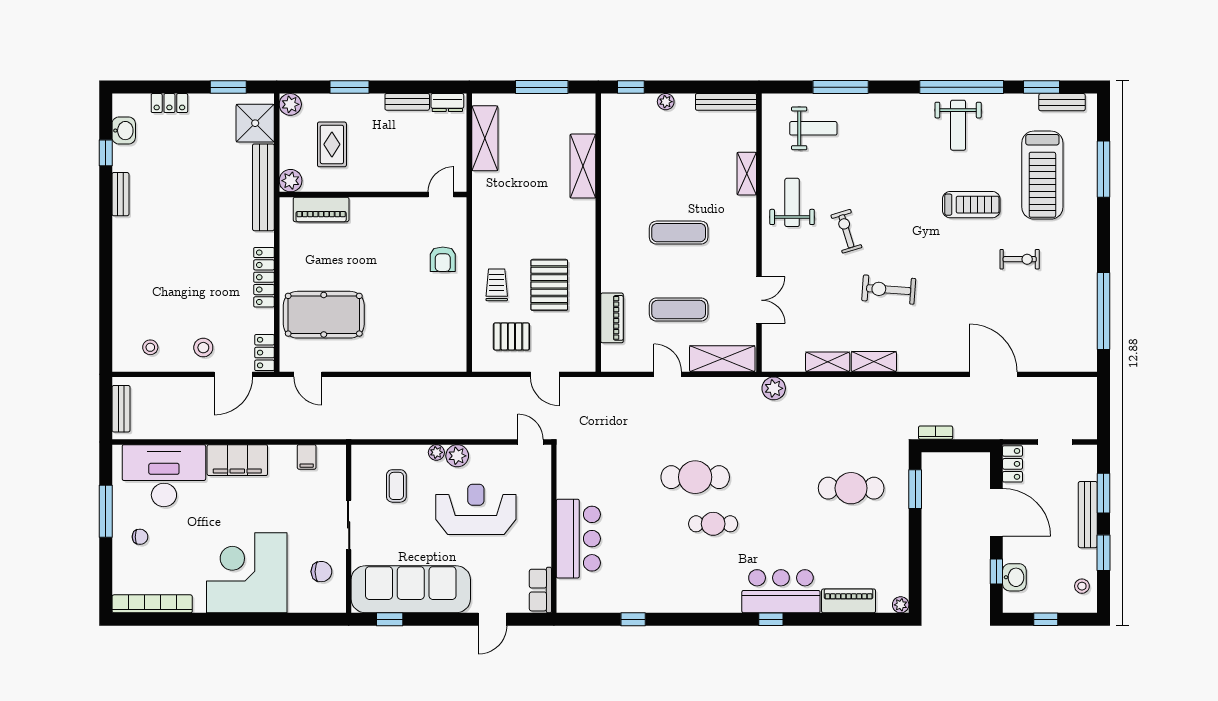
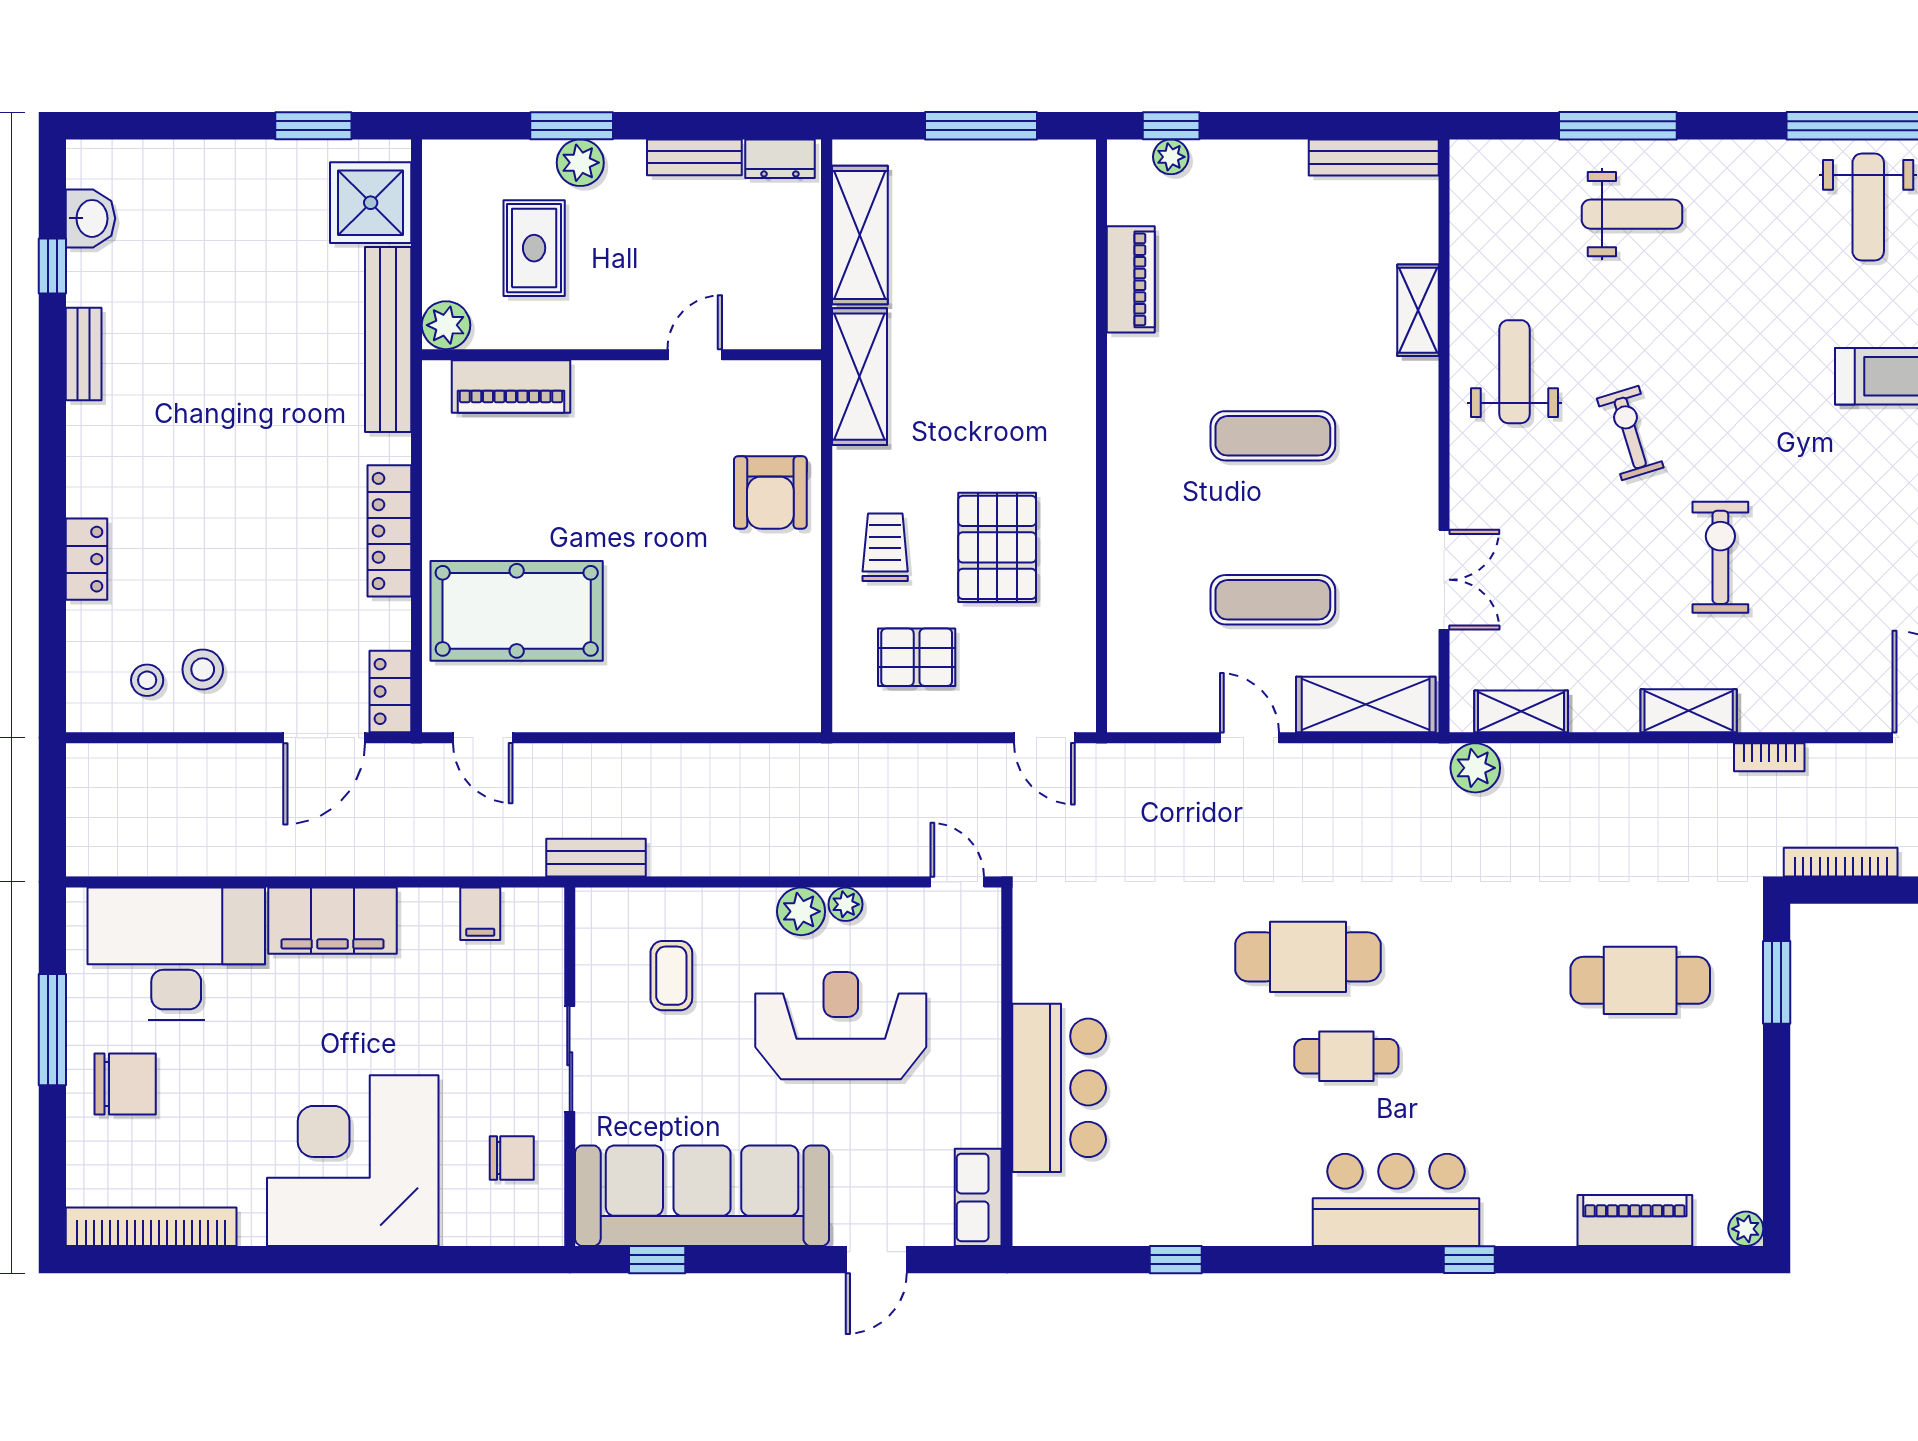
plant: (666, 102) -> (1171, 157), moved
locker: (169, 103) -> (86, 559), moved, turned -90
plant: (290, 104) -> (580, 163), moved
weight bench: (813, 128) -> (1632, 214), moved
shelving: (583, 166) -> (859, 377), moved
door: (441, 194) -> (695, 355), moved
armchair: (443, 259) -> (770, 492), width x1.38, depth x1.38
exercise bike: (889, 290) -> (1720, 557), turned 86
piano: (612, 318) -> (1131, 279), moved
stool: (203, 348) -> (203, 669), moved
shelving: (828, 362) -> (1521, 711), moved
door: (545, 374) -> (1044, 738), moved
bookcase: (912, 383) -> (1769, 757), added
bench: (121, 409) -> (596, 858), moved, turned 90
bookcase: (936, 433) -> (1841, 862), width x1.56
plant: (436, 452) -> (845, 904), moved
chair: (140, 537) -> (125, 1084), width x1.87, depth x1.87
bar counter: (781, 591) -> (1396, 1200), moved

